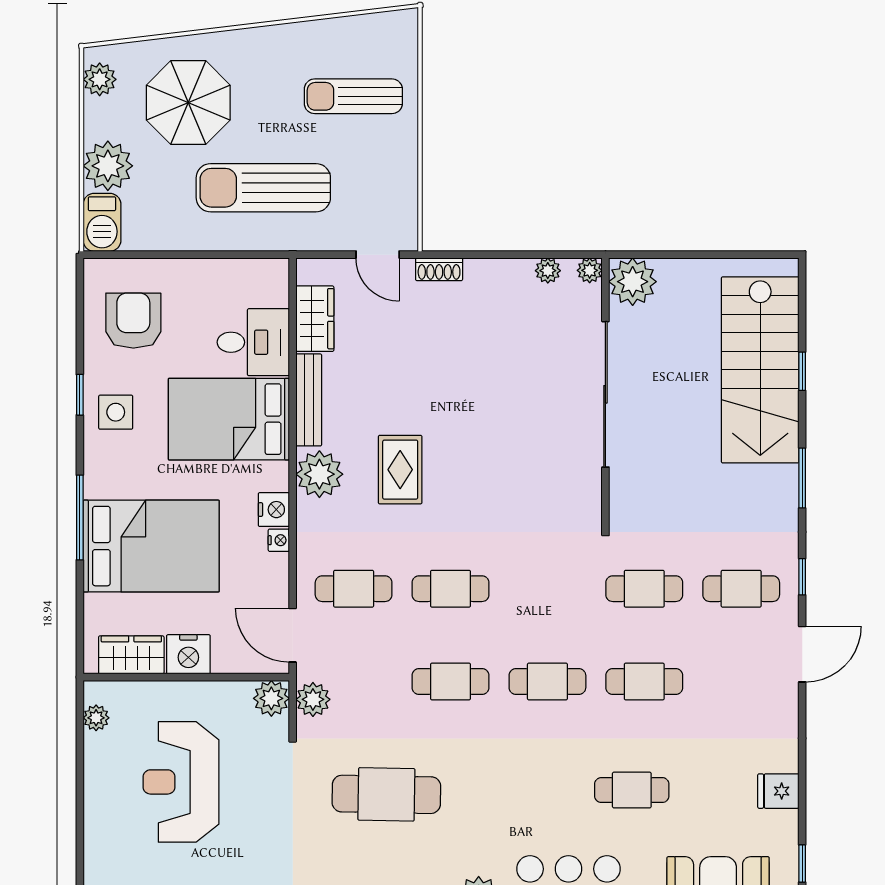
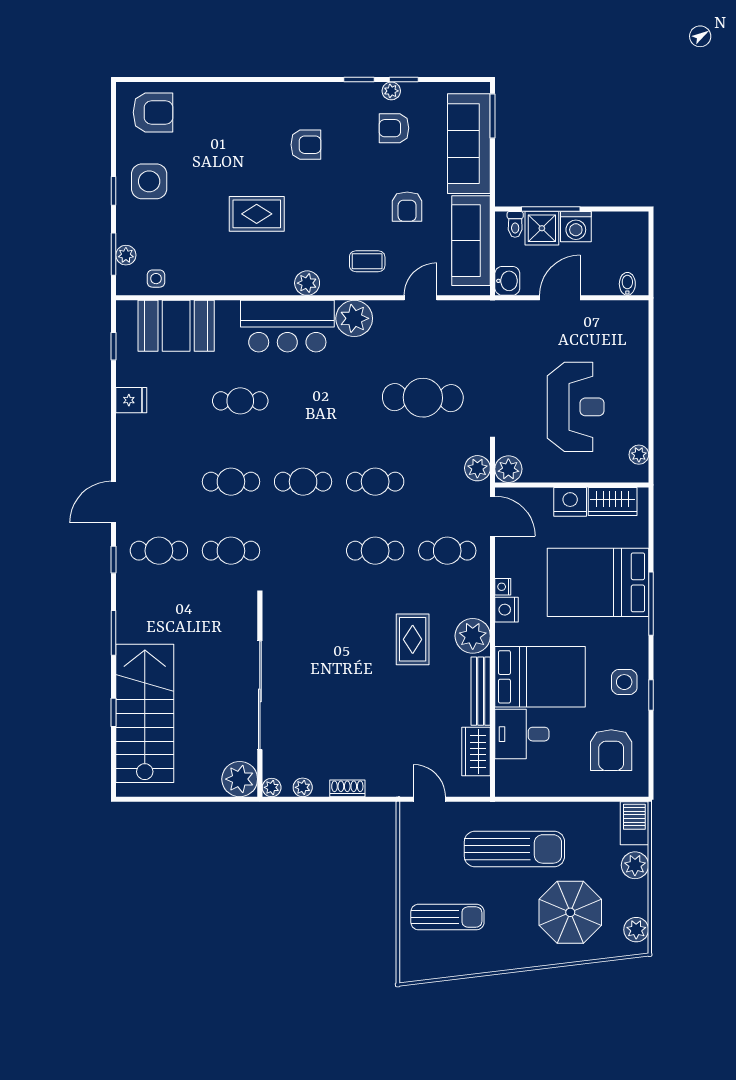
plant: (108, 166) -> (635, 865), width x0.73, depth x0.73
shoe rack: (439, 269) -> (347, 788), moved

